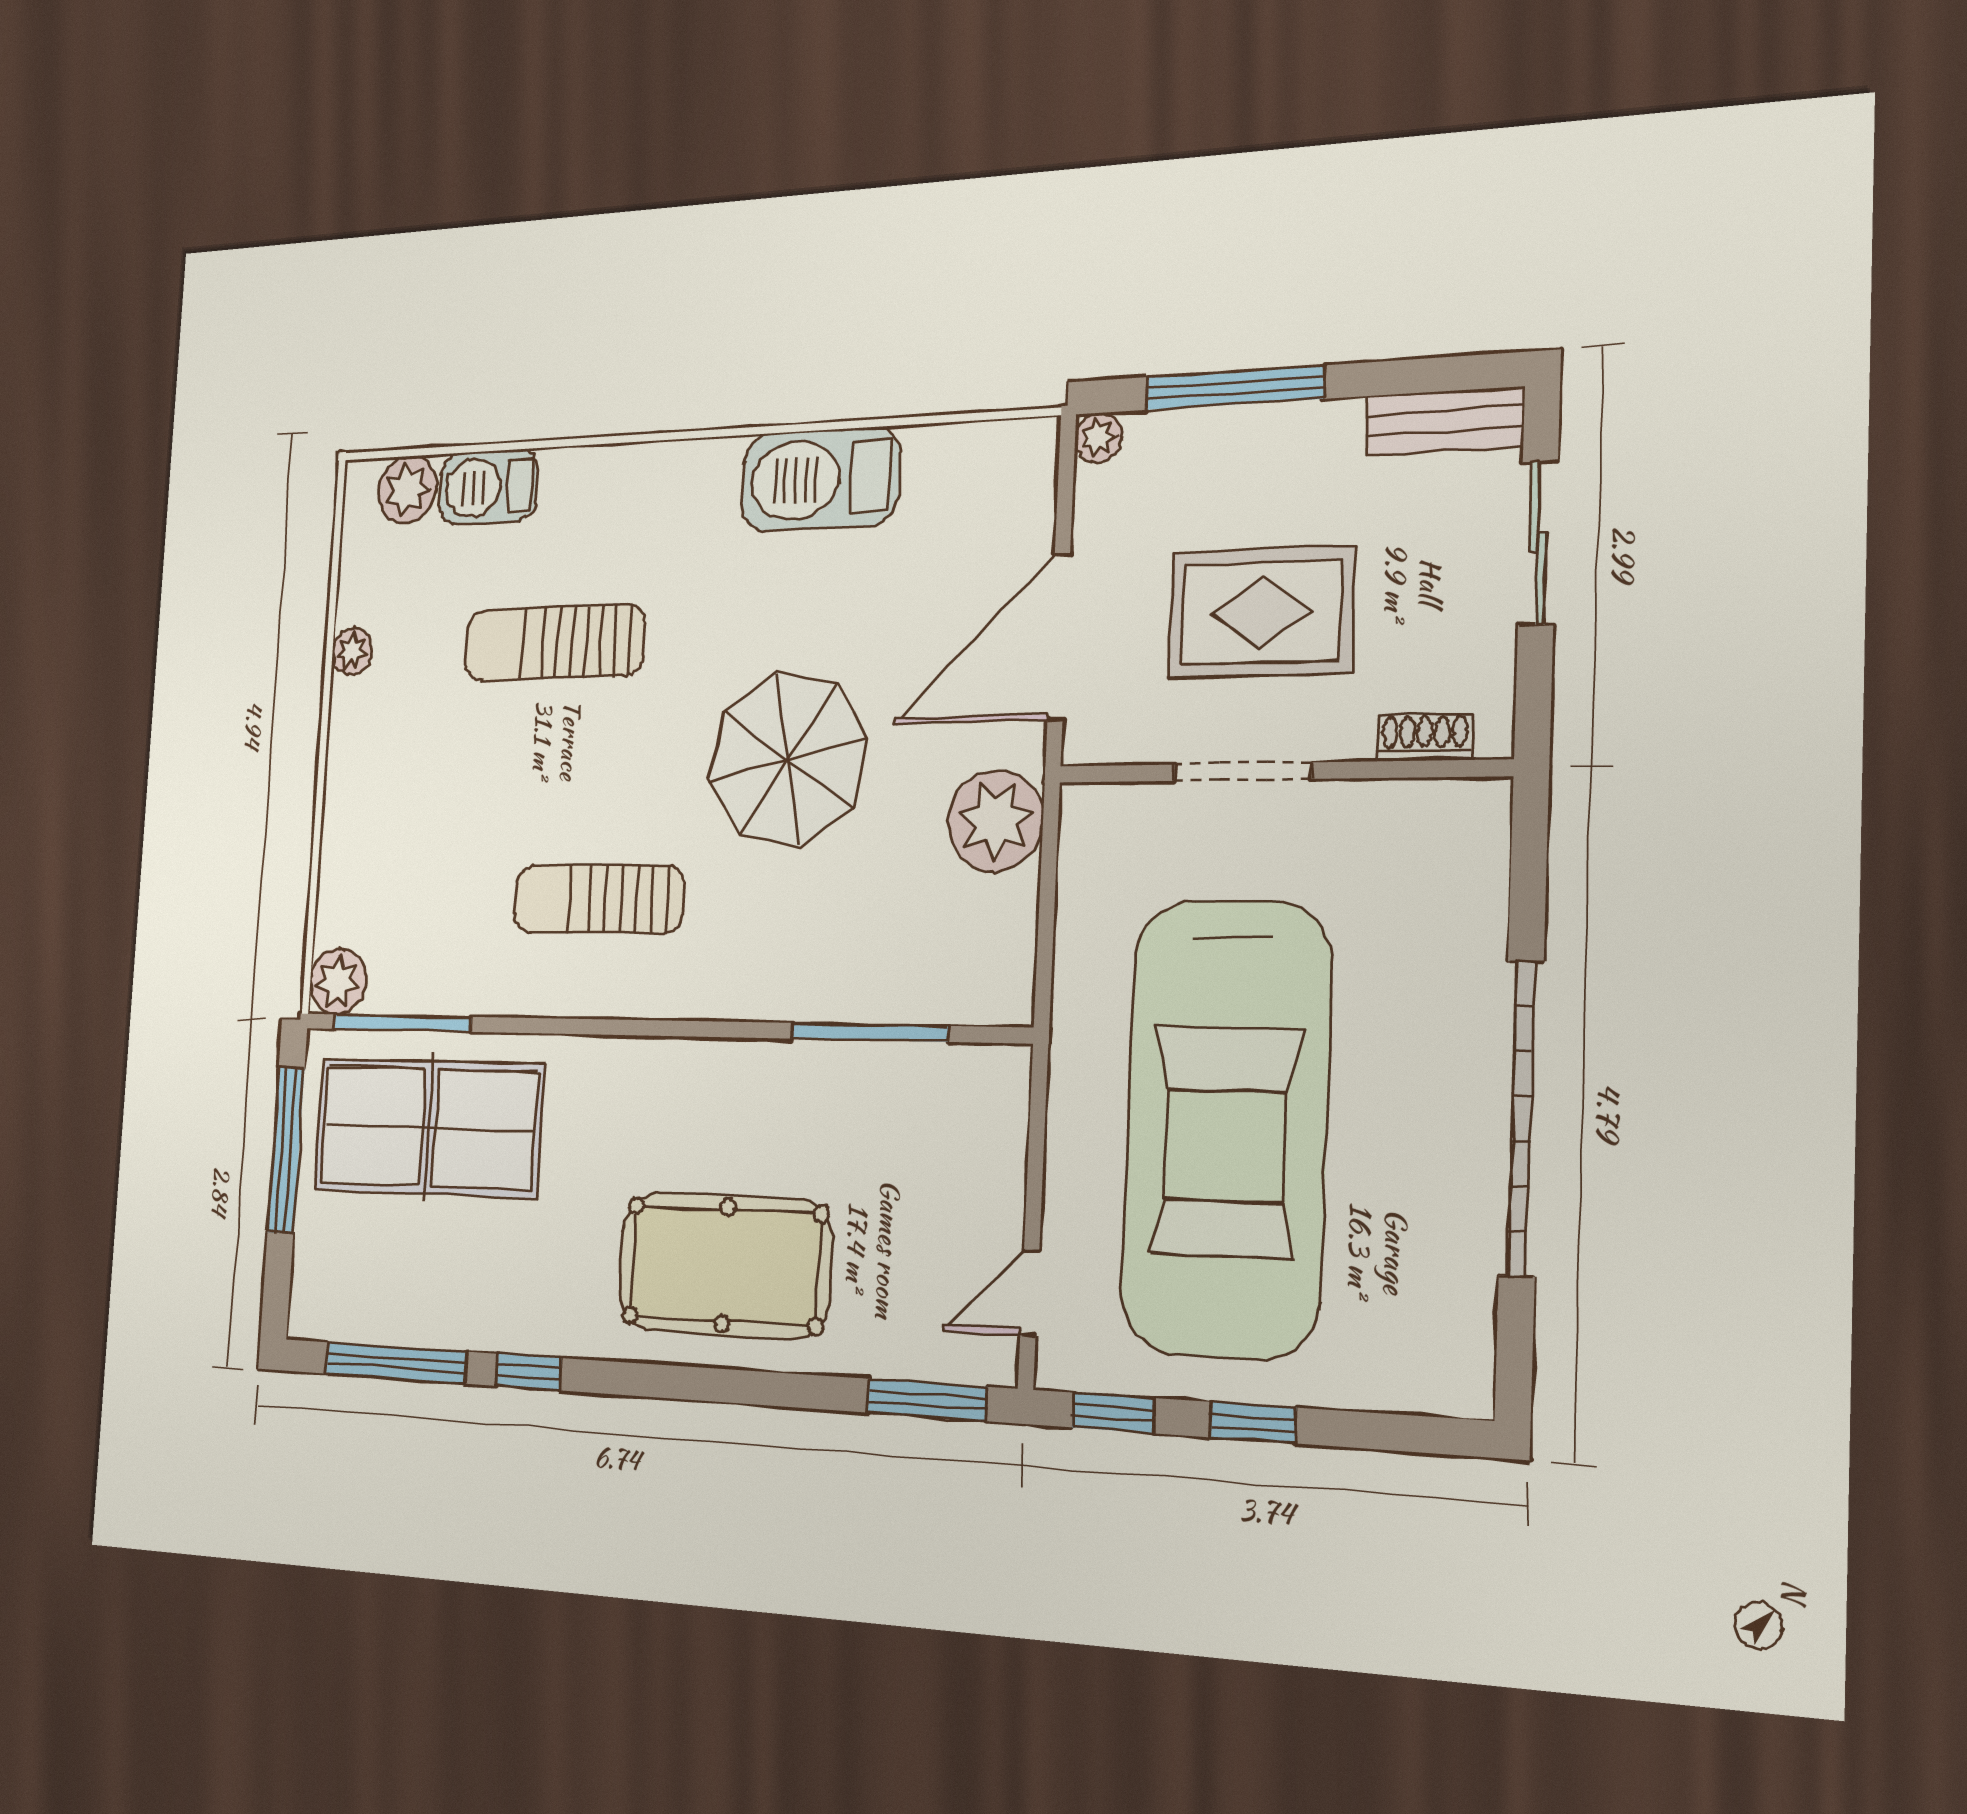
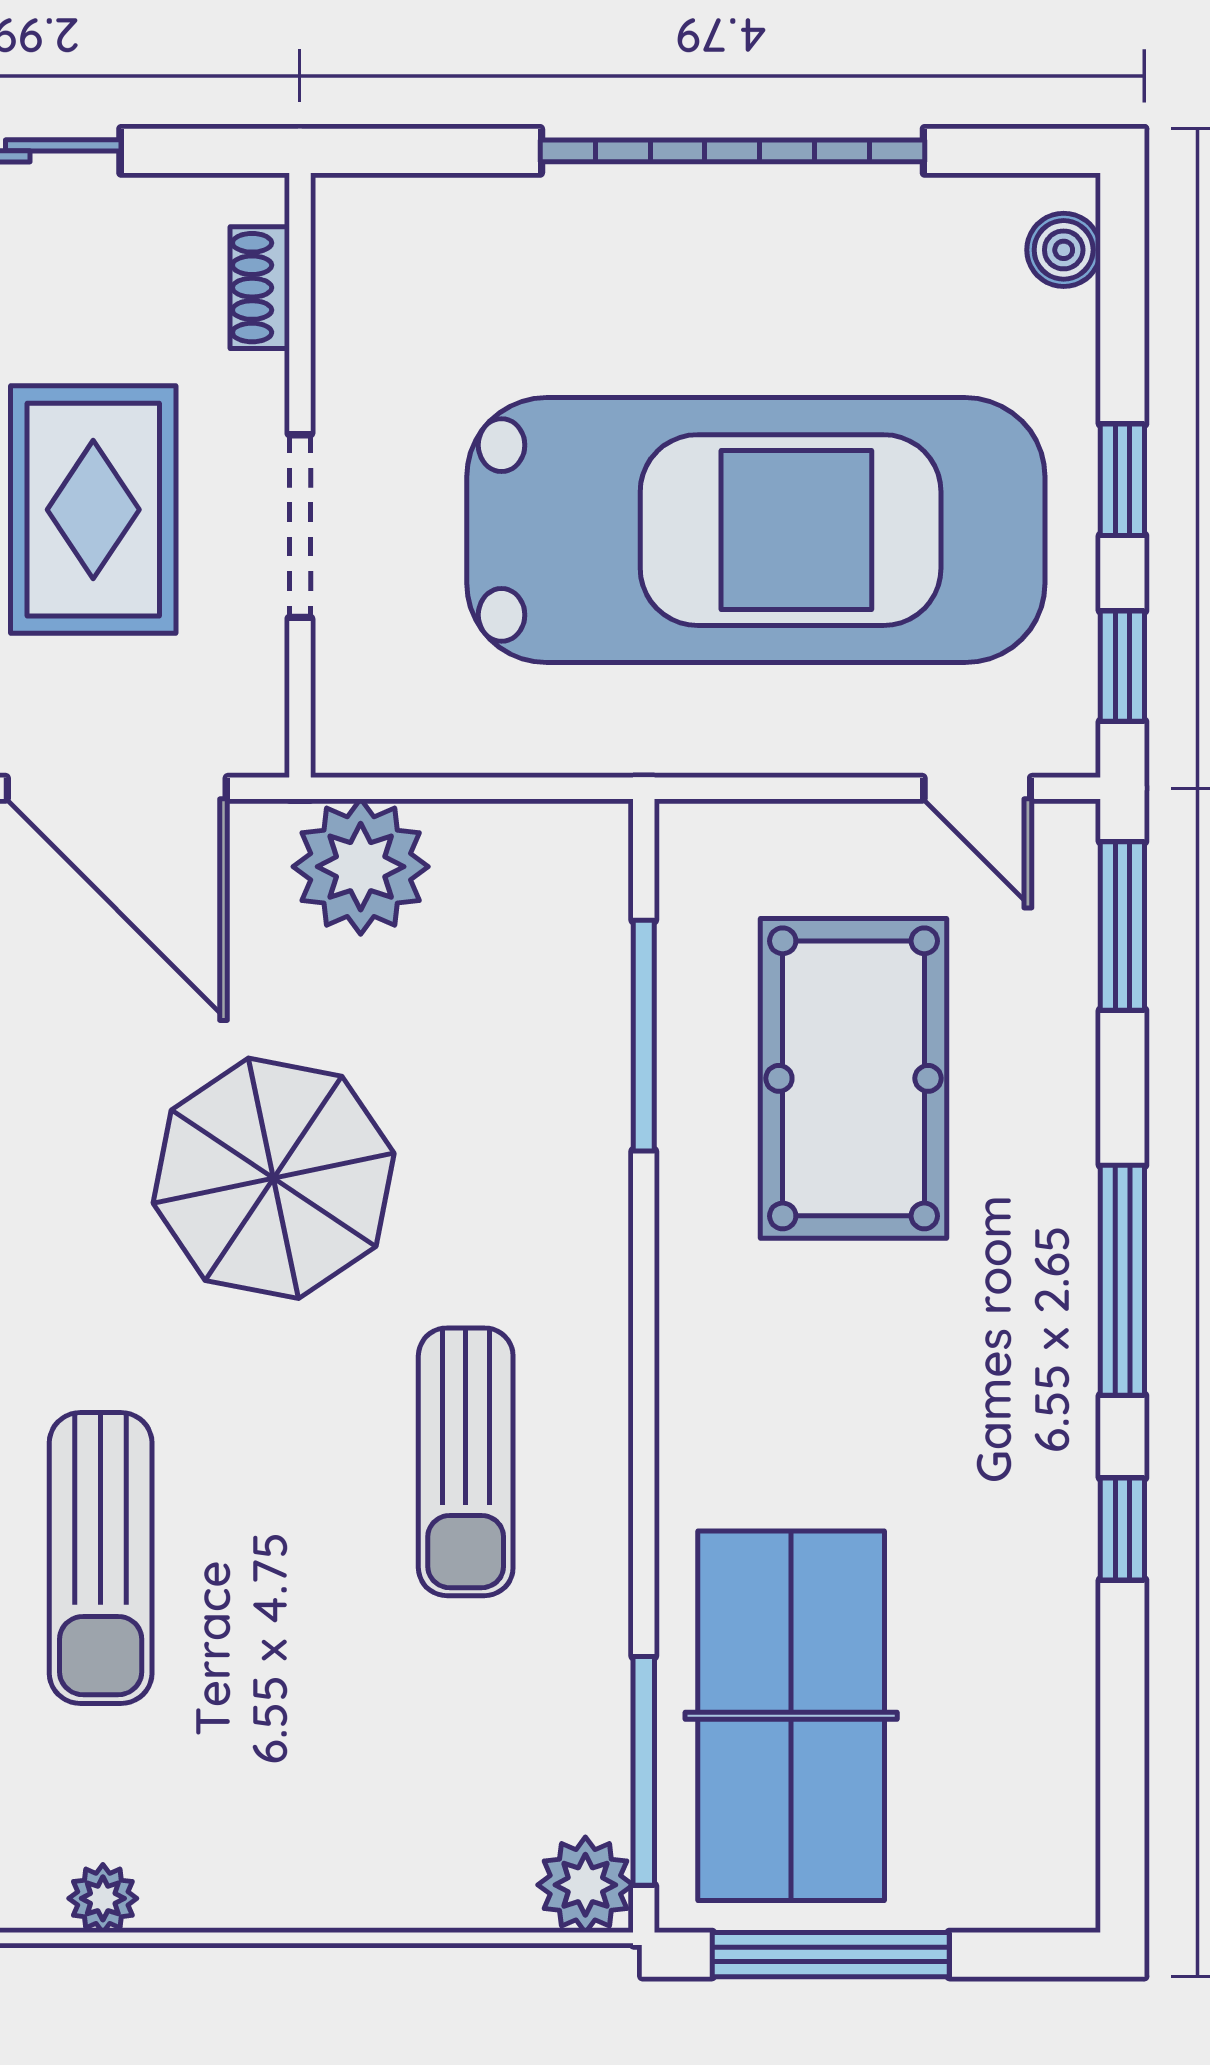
pool table: (725, 1265) -> (853, 1078), moved
window: (396, 1363) -> (1122, 1280), moved
boiler: (1434, 1387) -> (1064, 250), added

